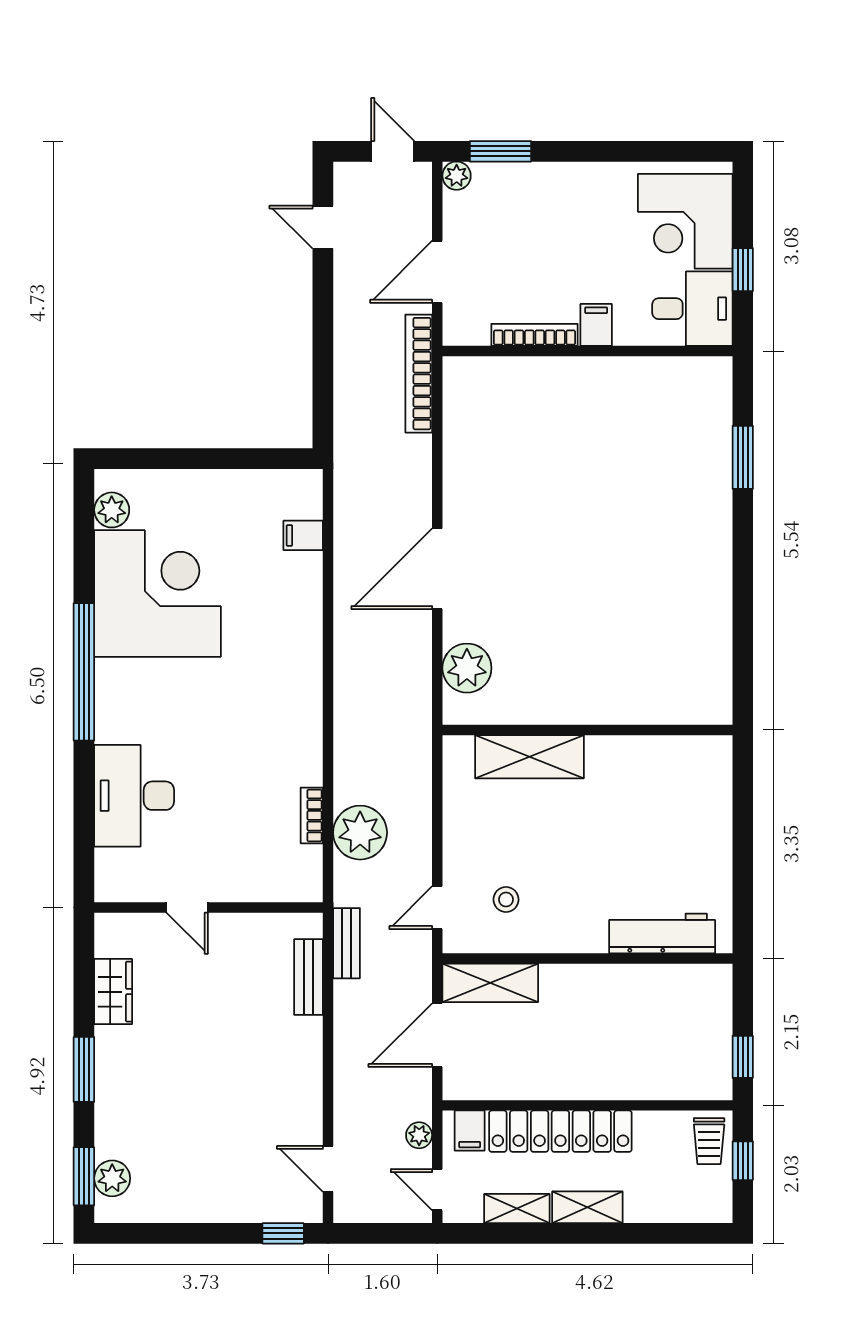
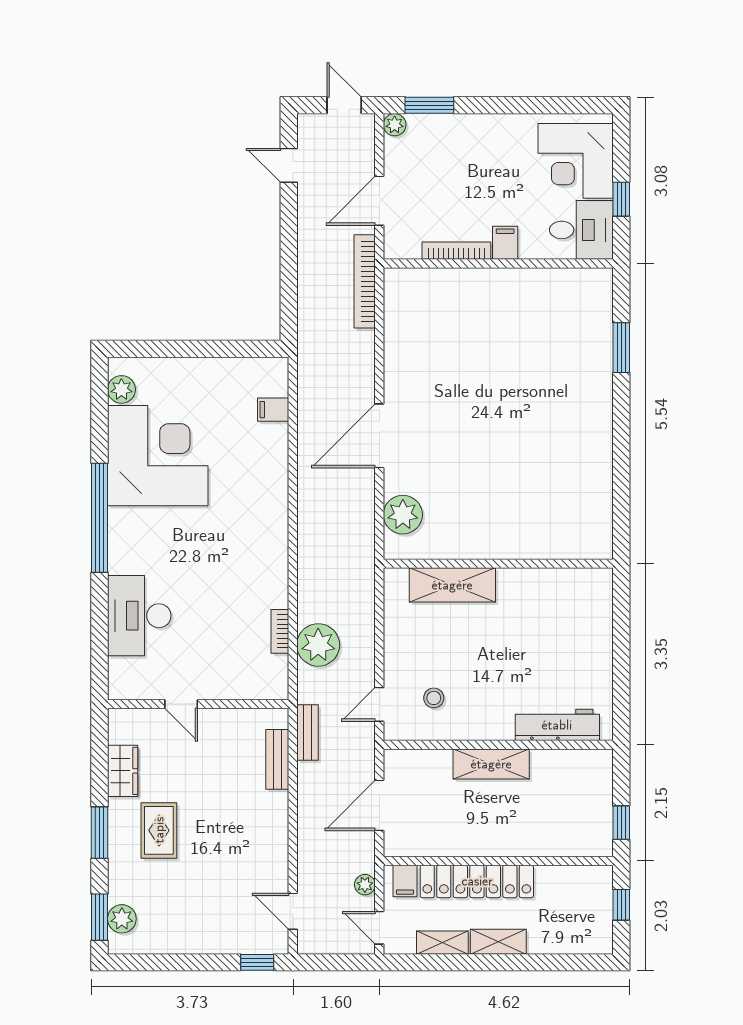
shelving: (490, 983) -> (491, 764), moved
rug: (159, 1067) -> (159, 830), added
trolley: (709, 1141) -> (595, 889), removed

